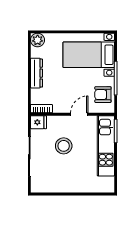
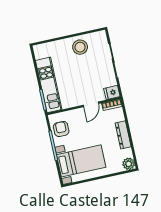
armchair: (103, 95) -> (61, 129), turned -90
door: (79, 114) -> (91, 104), moved
stool: (64, 146) -> (80, 47), moved

